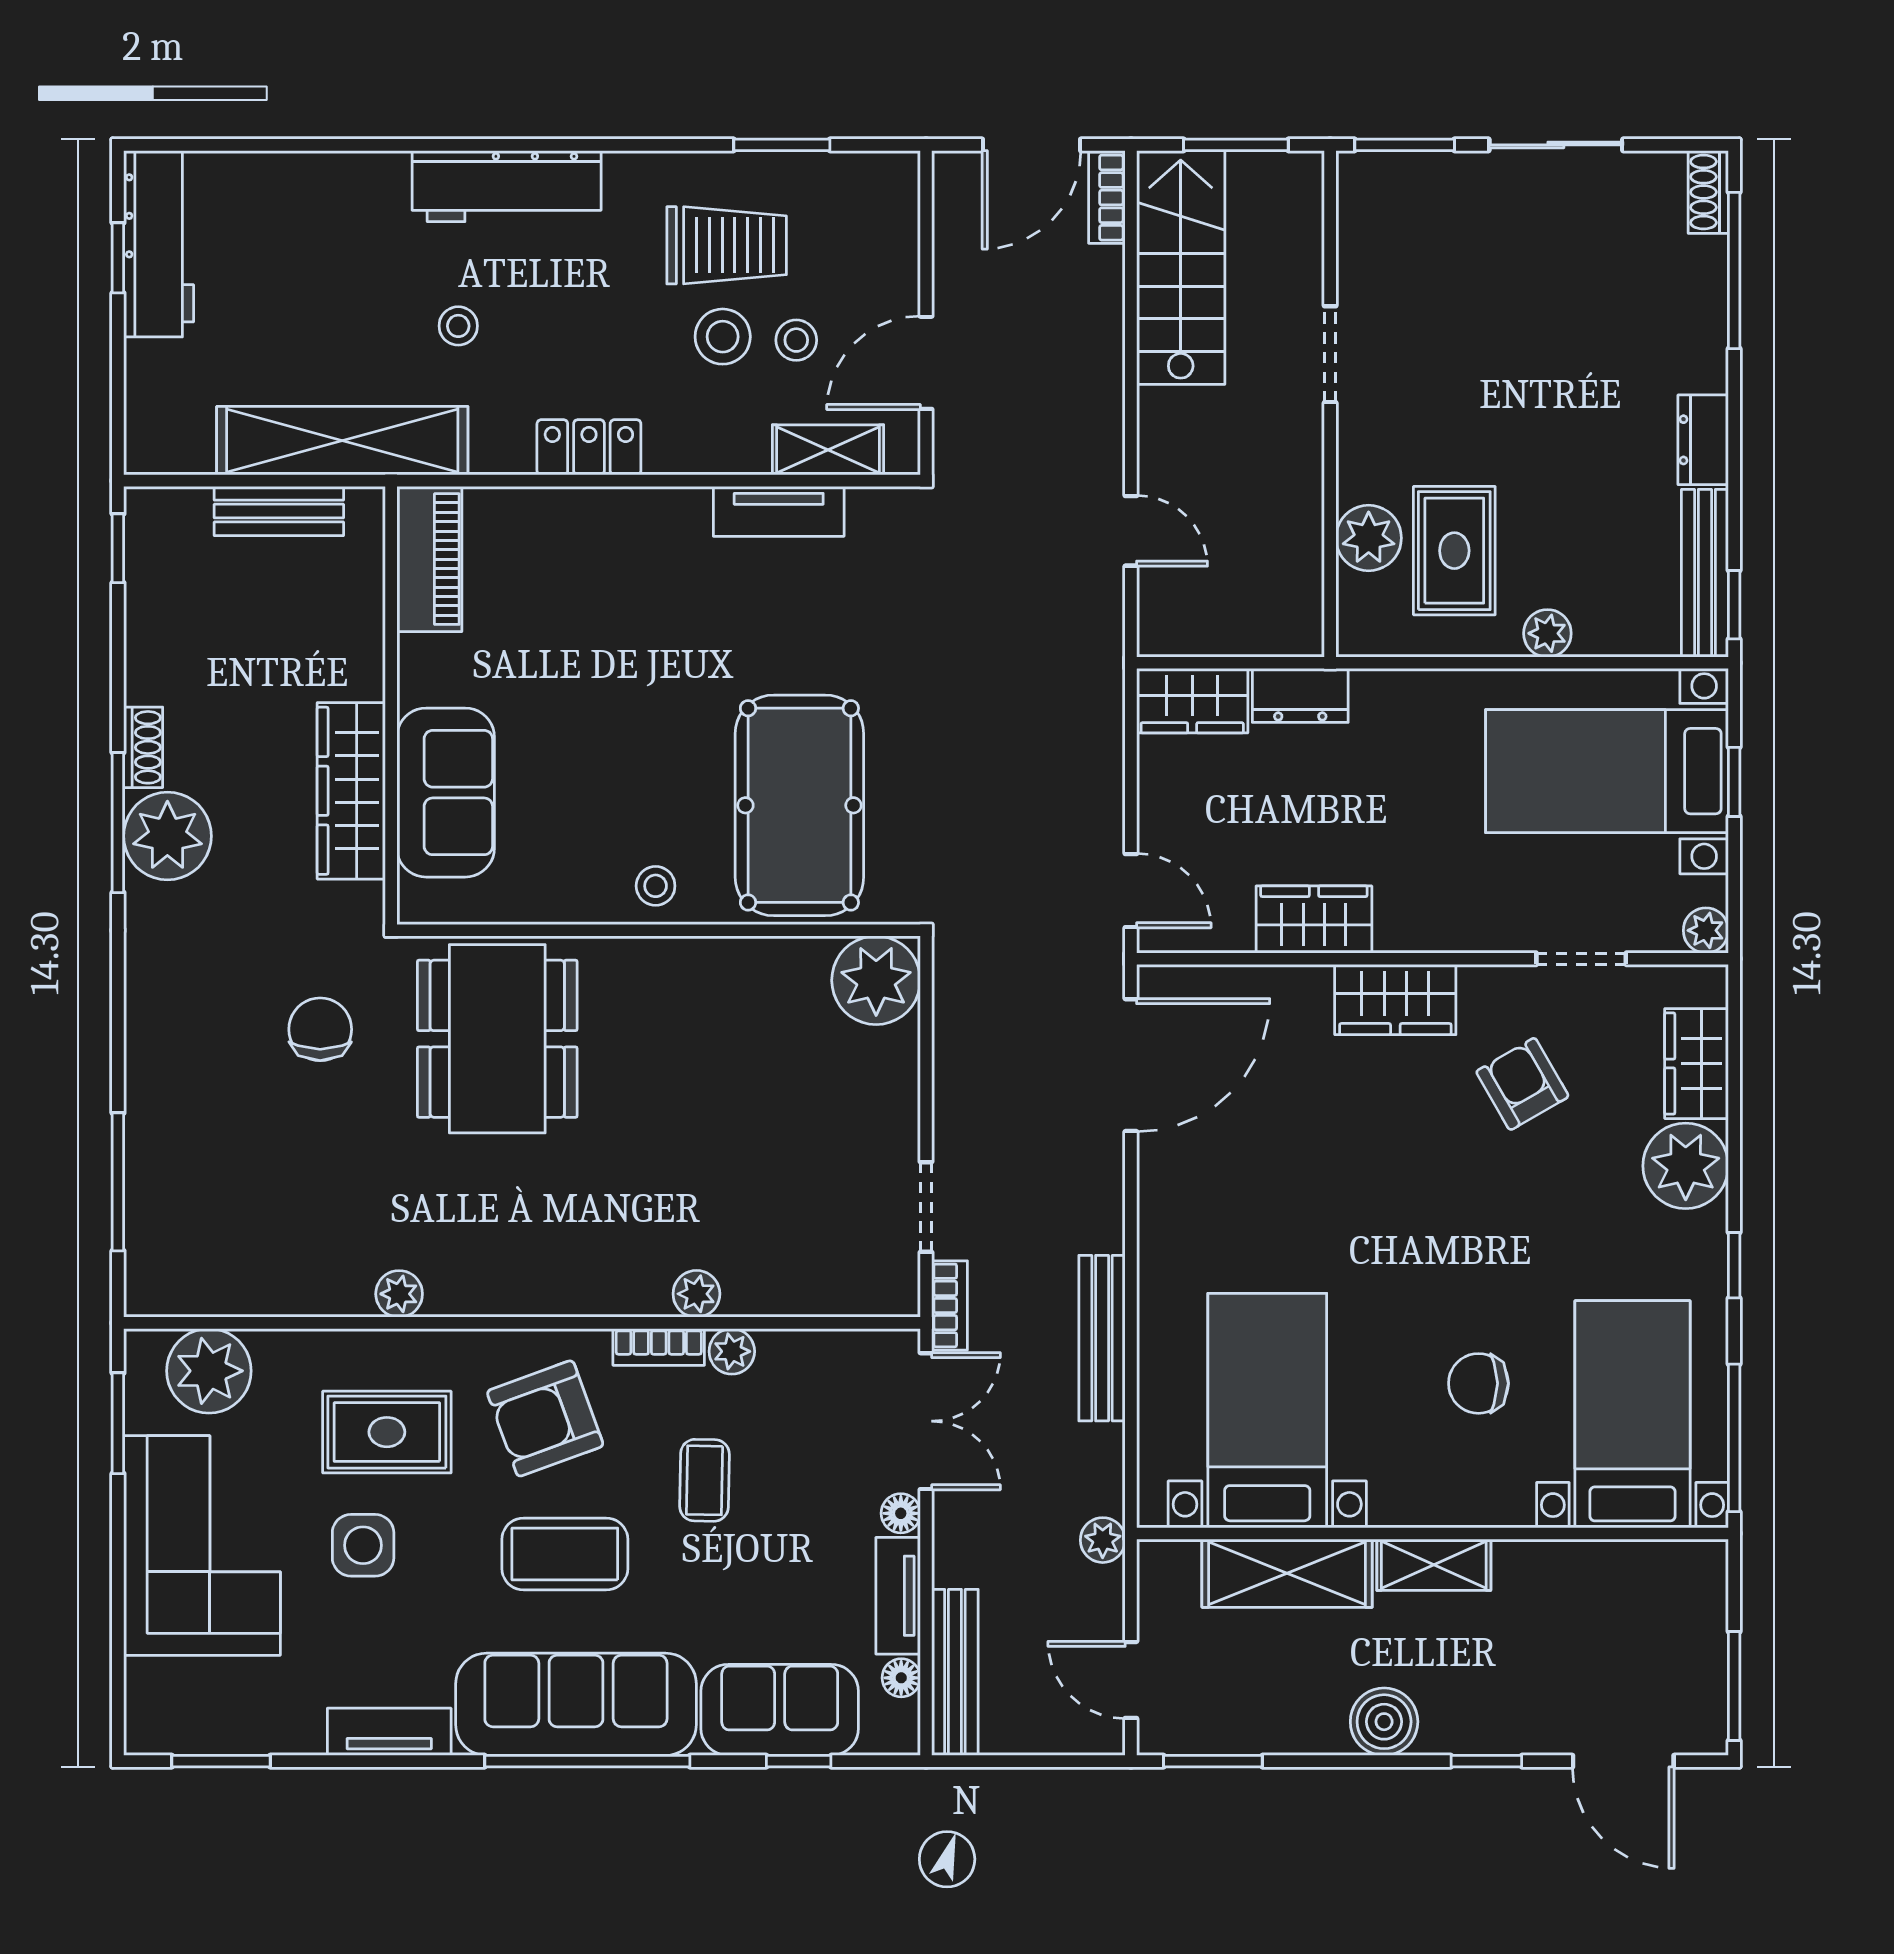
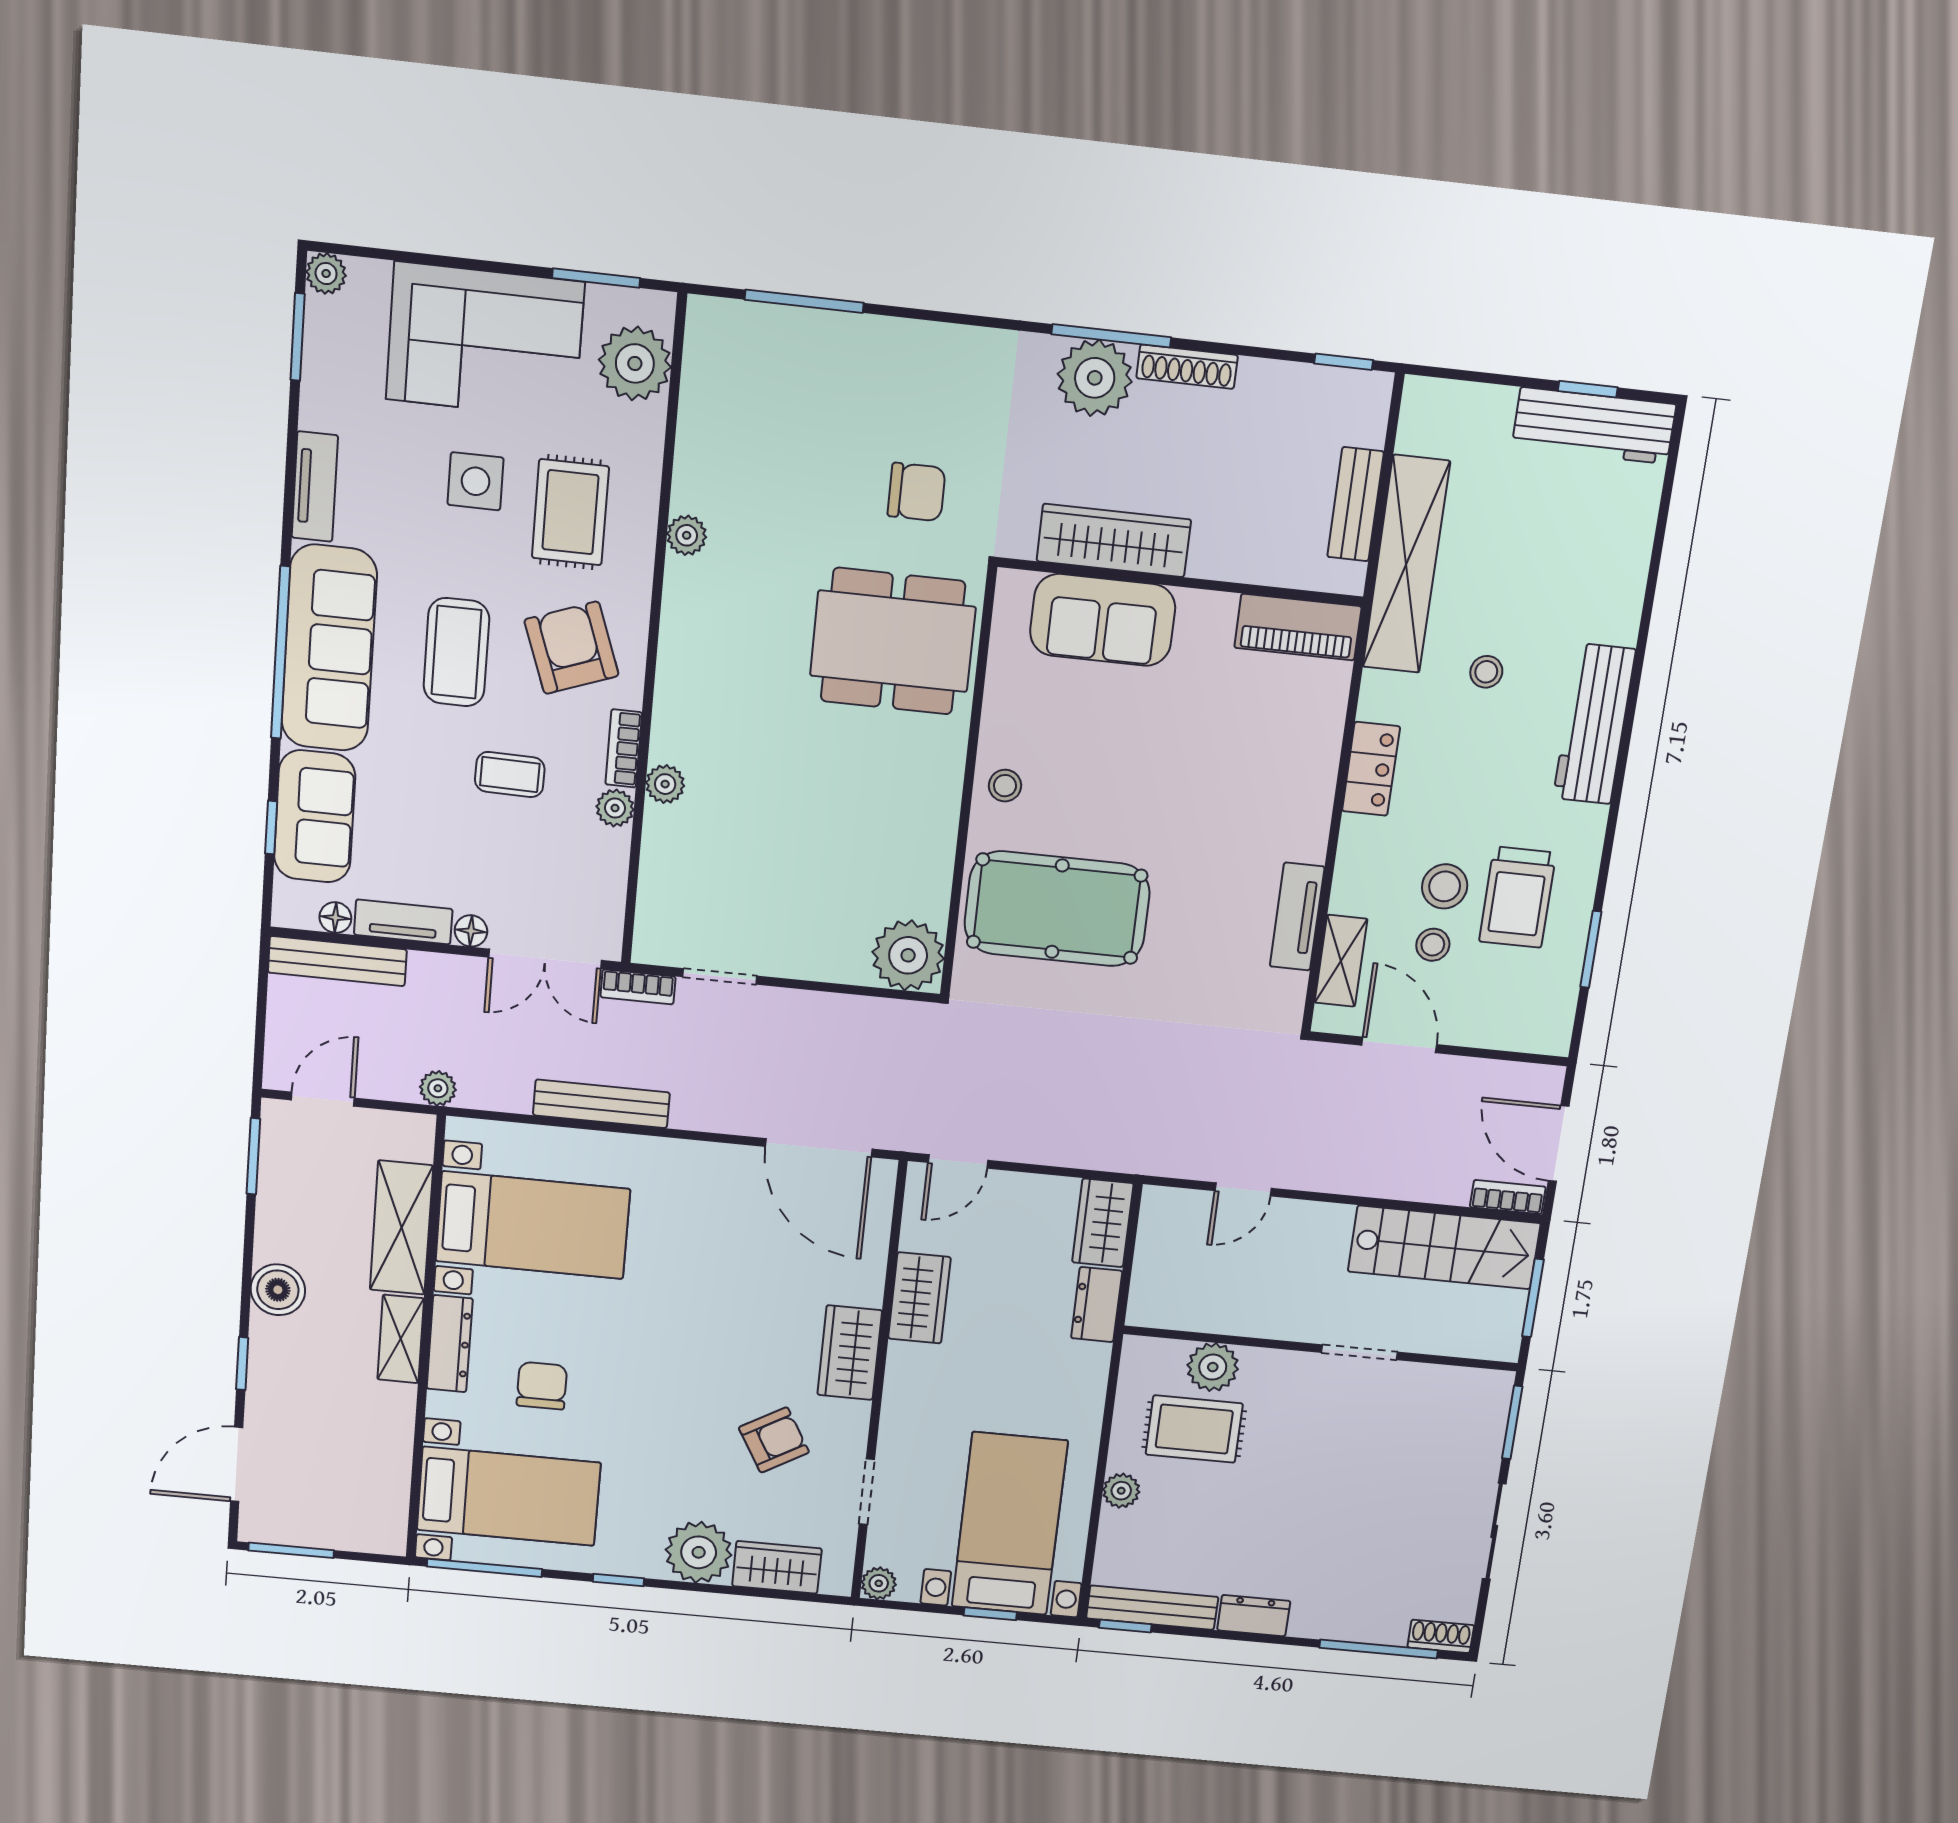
shoe rack: (143, 747) -> (1187, 367), width x1.43
dresser: (1434, 1503) -> (450, 1344), added
plant: (147, 1732) -> (326, 274), added

